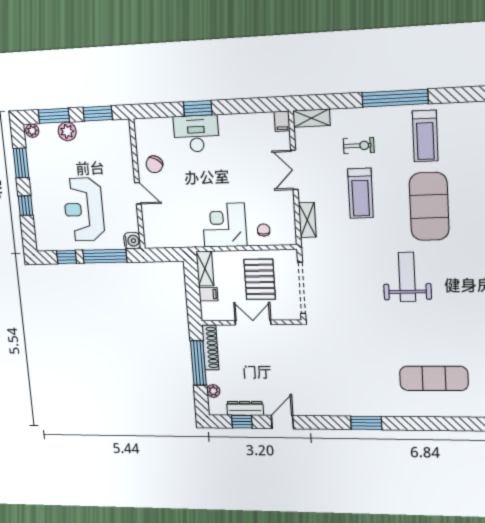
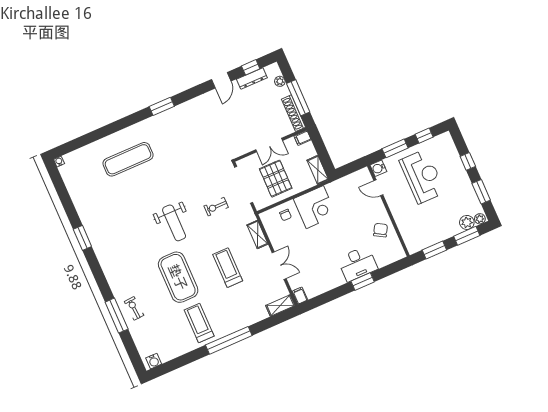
plant: (67, 131) -> (467, 222), moved
exercise bike: (359, 146) -> (216, 207), moved
door: (138, 193) -> (378, 188), moved
window: (105, 256) -> (395, 148), width x0.69
filing cabinet: (208, 294) -> (303, 138), moved

